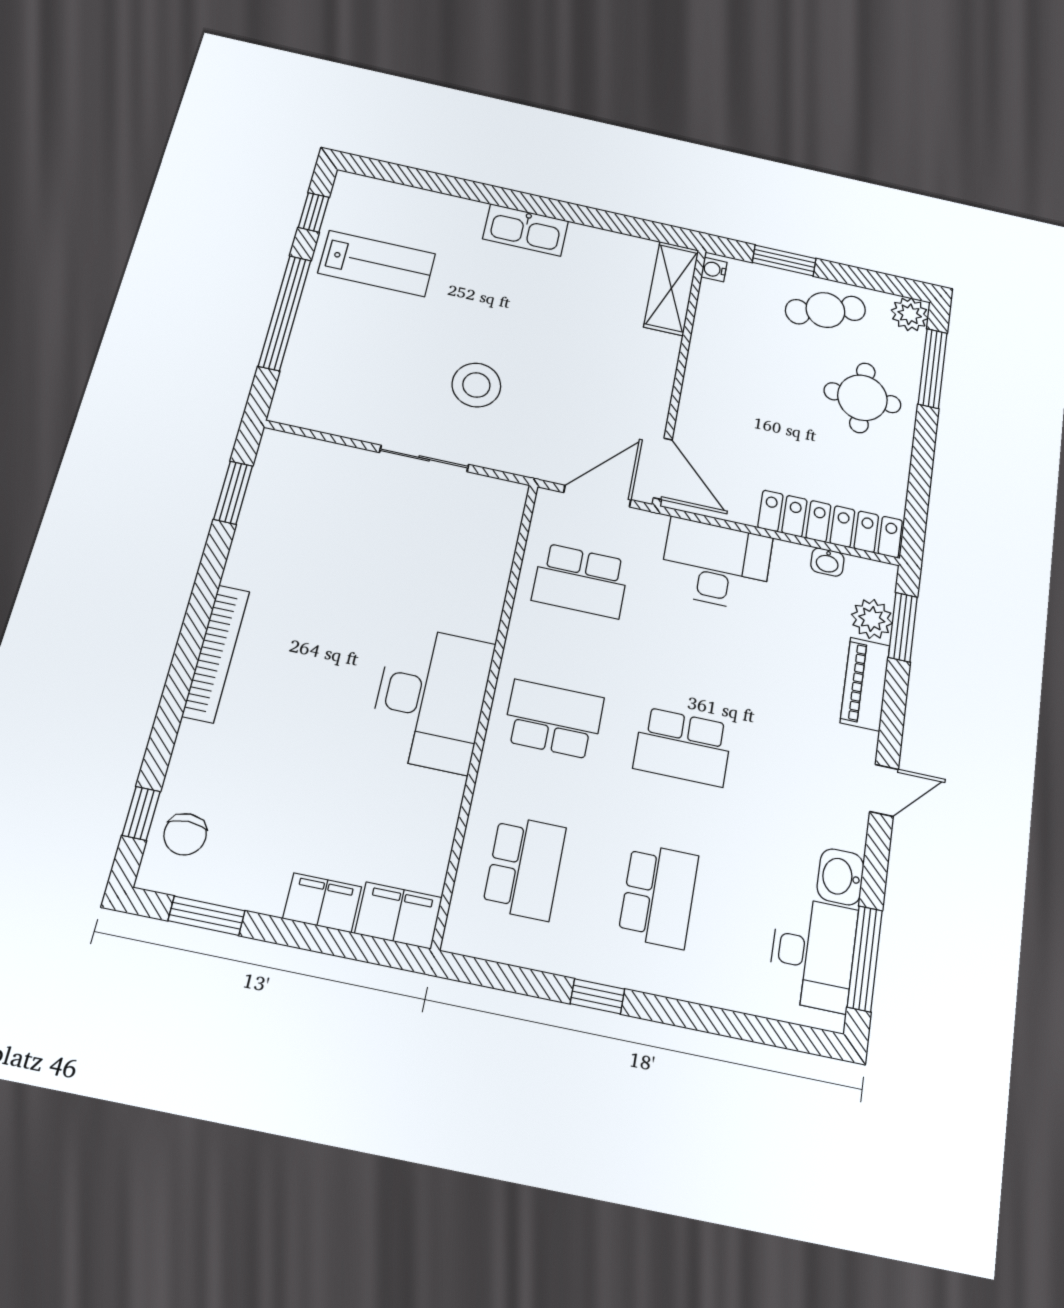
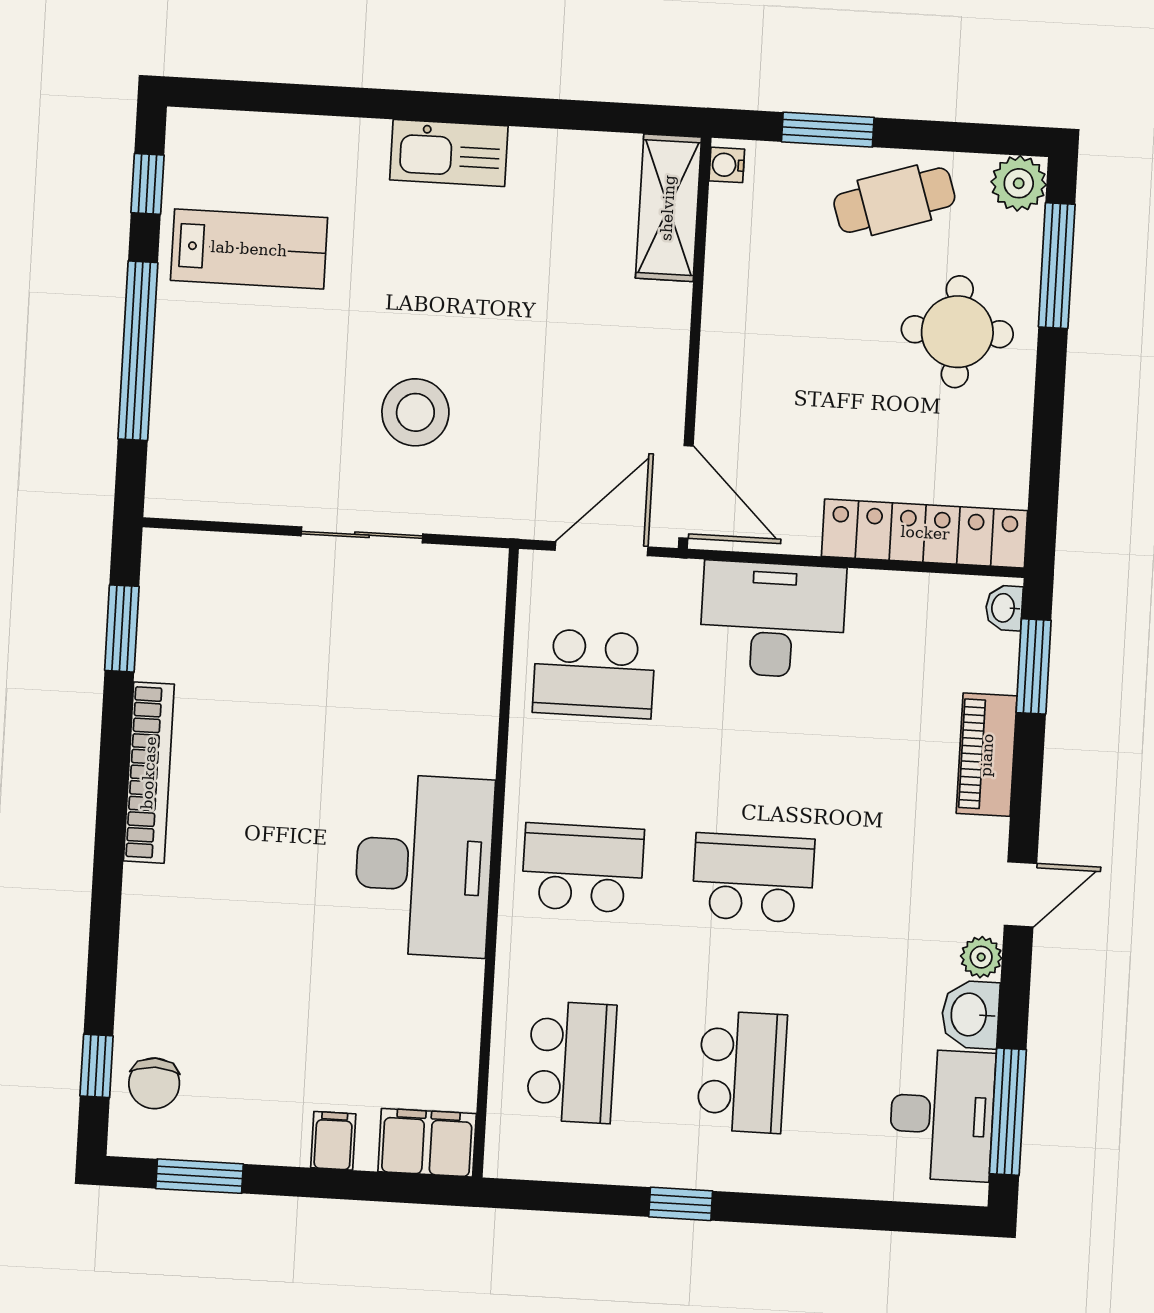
washbasin: (827, 562) -> (1004, 608), moved, turned 90
plant: (872, 619) -> (981, 957), moved, width x0.73, depth x0.73
bookcase: (216, 653) -> (149, 773), moved
school desk: (683, 747) -> (753, 878), turned 180
filing cabinet: (322, 903) -> (333, 1141), width x0.50

